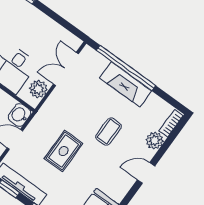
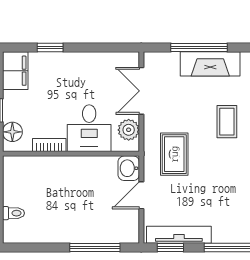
window: (126, 68) -> (199, 48), width x0.68
rug: (64, 151) -> (174, 154), moved

